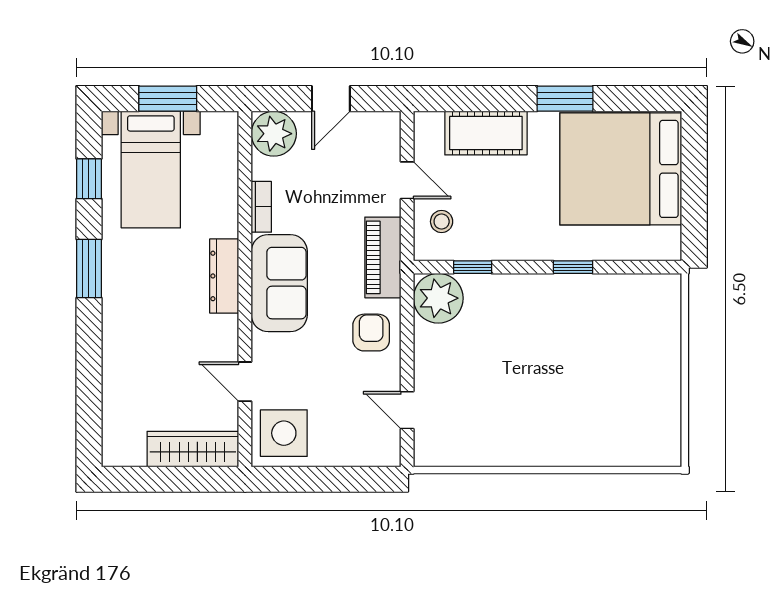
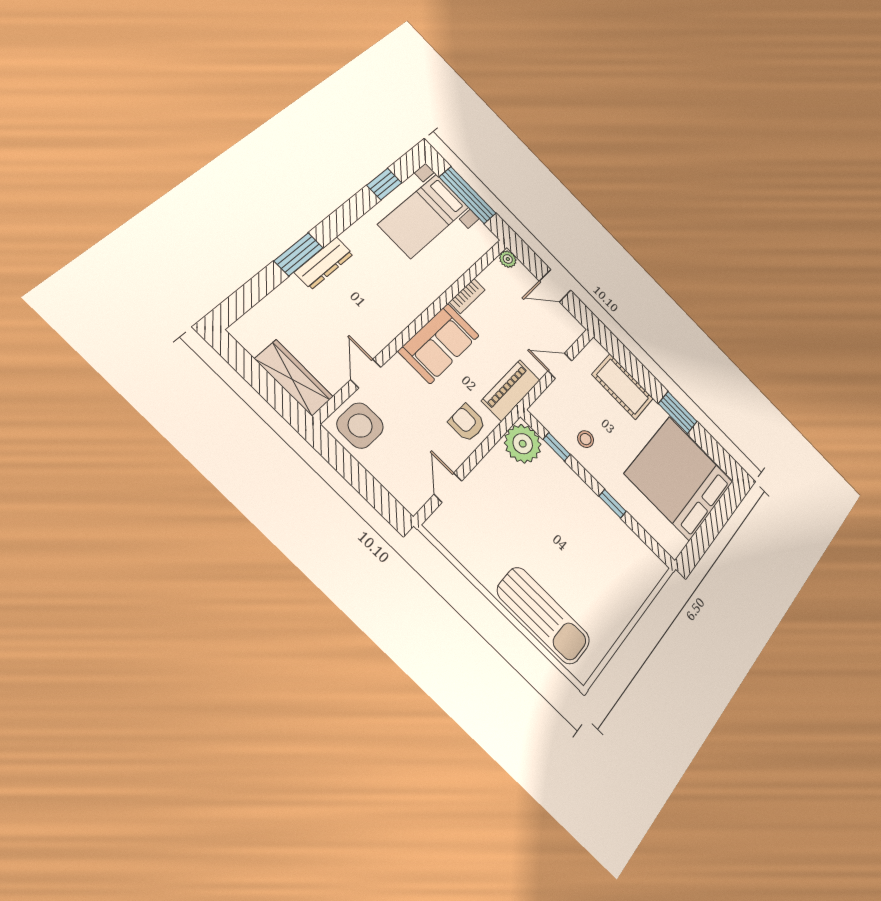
window: (168, 99) -> (468, 195), width x1.44
plant: (274, 134) -> (508, 259), width x0.53, depth x0.53
door: (407, 180) -> (560, 366), swing flipped
stool: (442, 222) -> (586, 439), moved
window: (89, 268) -> (299, 254), moved
dresser: (224, 276) -> (324, 263), moved, turned 180
armchair: (371, 333) -> (467, 423), turned -90
sun lounger: (592, 439) -> (544, 616), added

